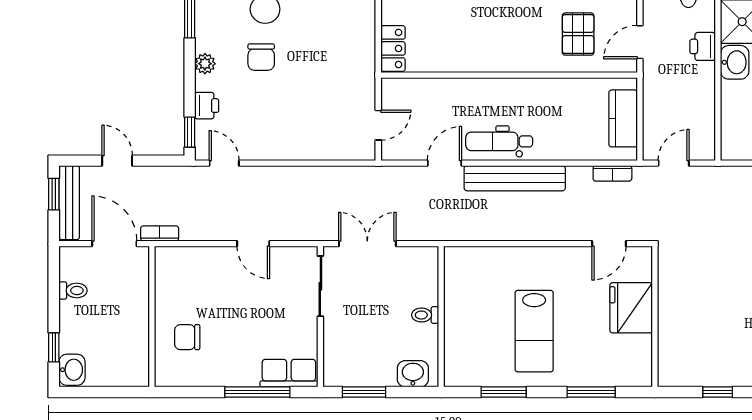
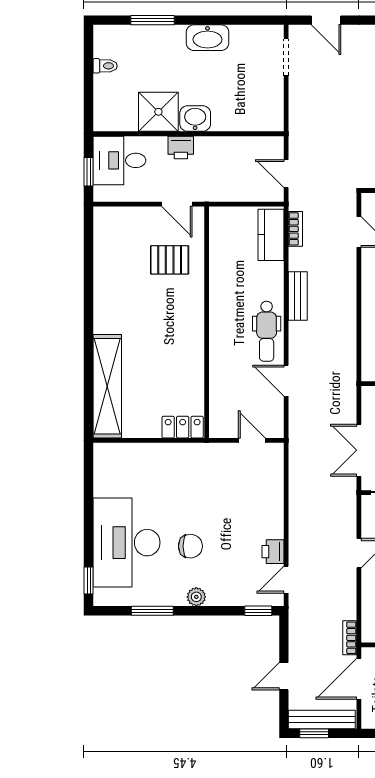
printer: (207, 106) -> (273, 552), moved, turned -90
kitchen counter: (623, 118) -> (271, 235), moved, turned 90
bench: (515, 178) -> (298, 296), width x0.54, depth x0.82

